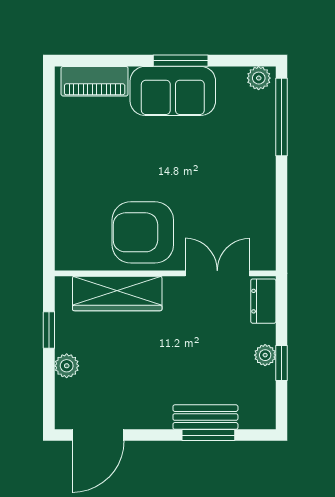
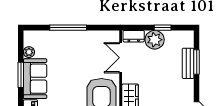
plant: (259, 78) -> (29, 52), moved
window: (282, 117) -> (68, 28), moved
plant: (265, 355) -> (155, 40), width x1.88, depth x1.88

